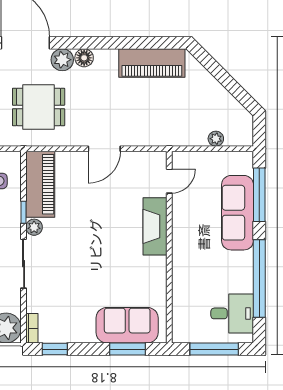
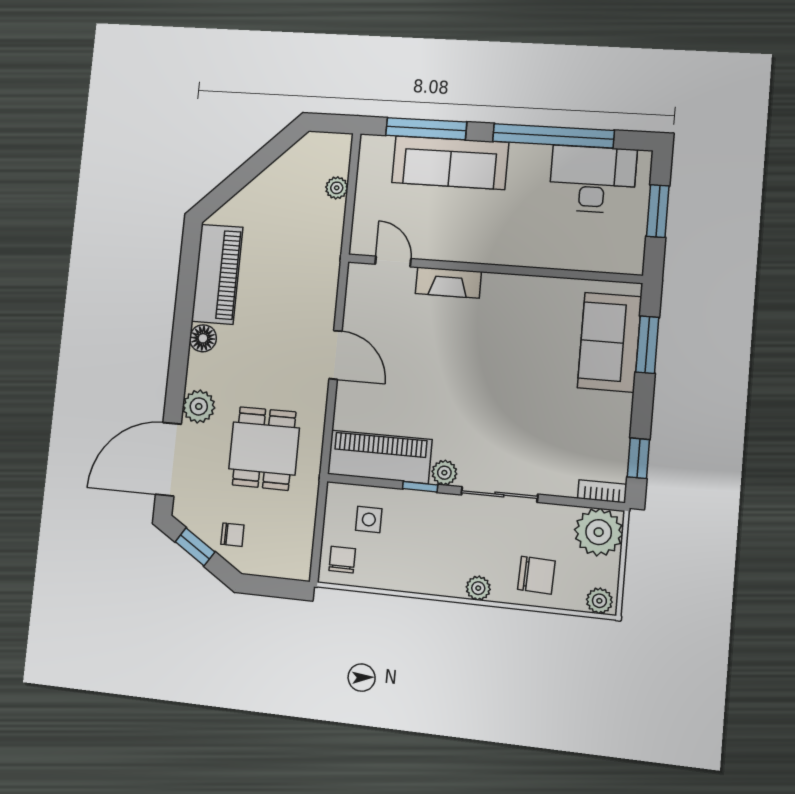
floor lamp: (84, 58) -> (203, 338), moved
fireplace: (155, 226) -> (448, 283), width x0.73, depth x0.76
desk: (232, 313) -> (593, 179), width x1.37
window: (214, 349) -> (658, 211), width x0.69

